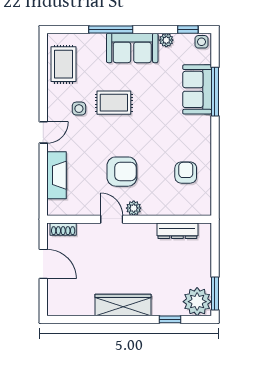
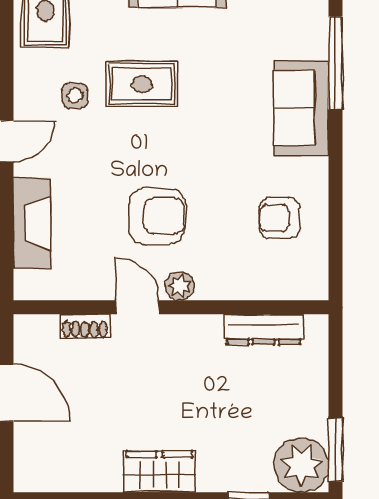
sofa: (197, 89) -> (301, 108), moved
armchair: (186, 173) -> (279, 218), turned -90
shoe rack: (63, 229) -> (85, 326), moved
wardrobe: (123, 305) -> (160, 472), width x0.67

